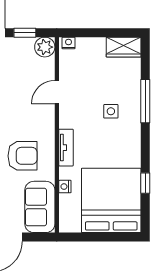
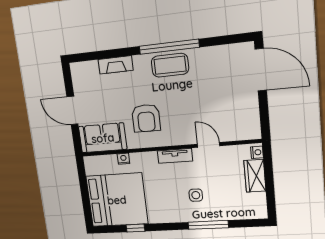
window: (25, 33) -> (264, 110), removed
plant: (45, 47) -> (251, 130), removed
wardrobe: (124, 47) -> (255, 176), moved
tv unit: (66, 148) -> (175, 156), moved

